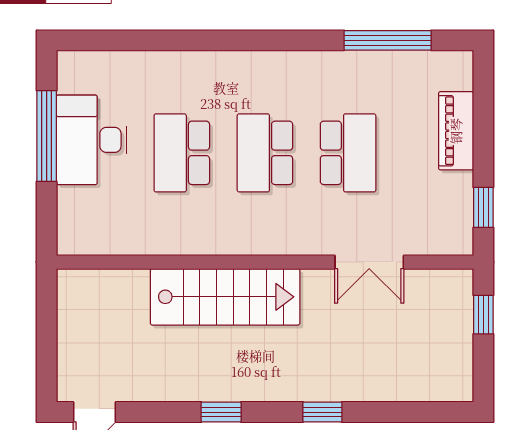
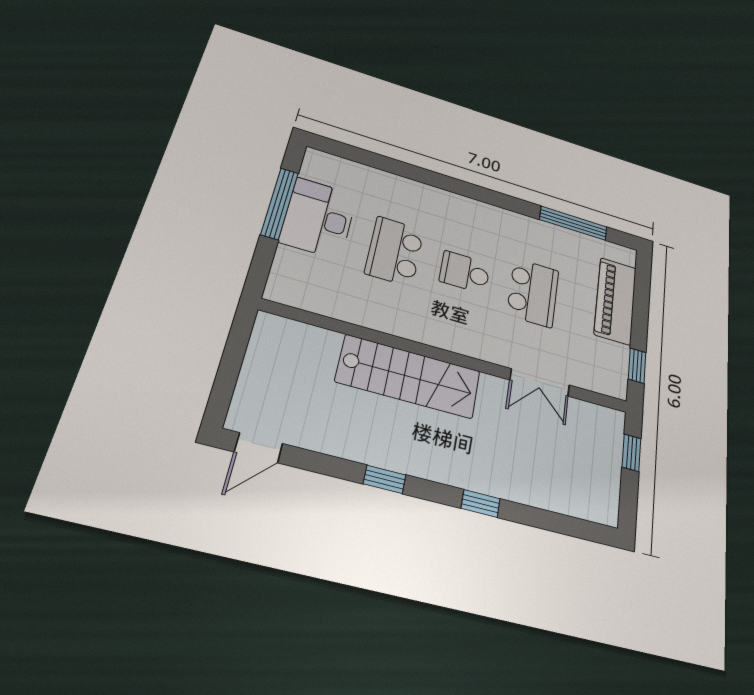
piano: (456, 131) -> (615, 301), width x1.37, depth x1.33
school desk: (265, 153) -> (465, 272), width x0.54

